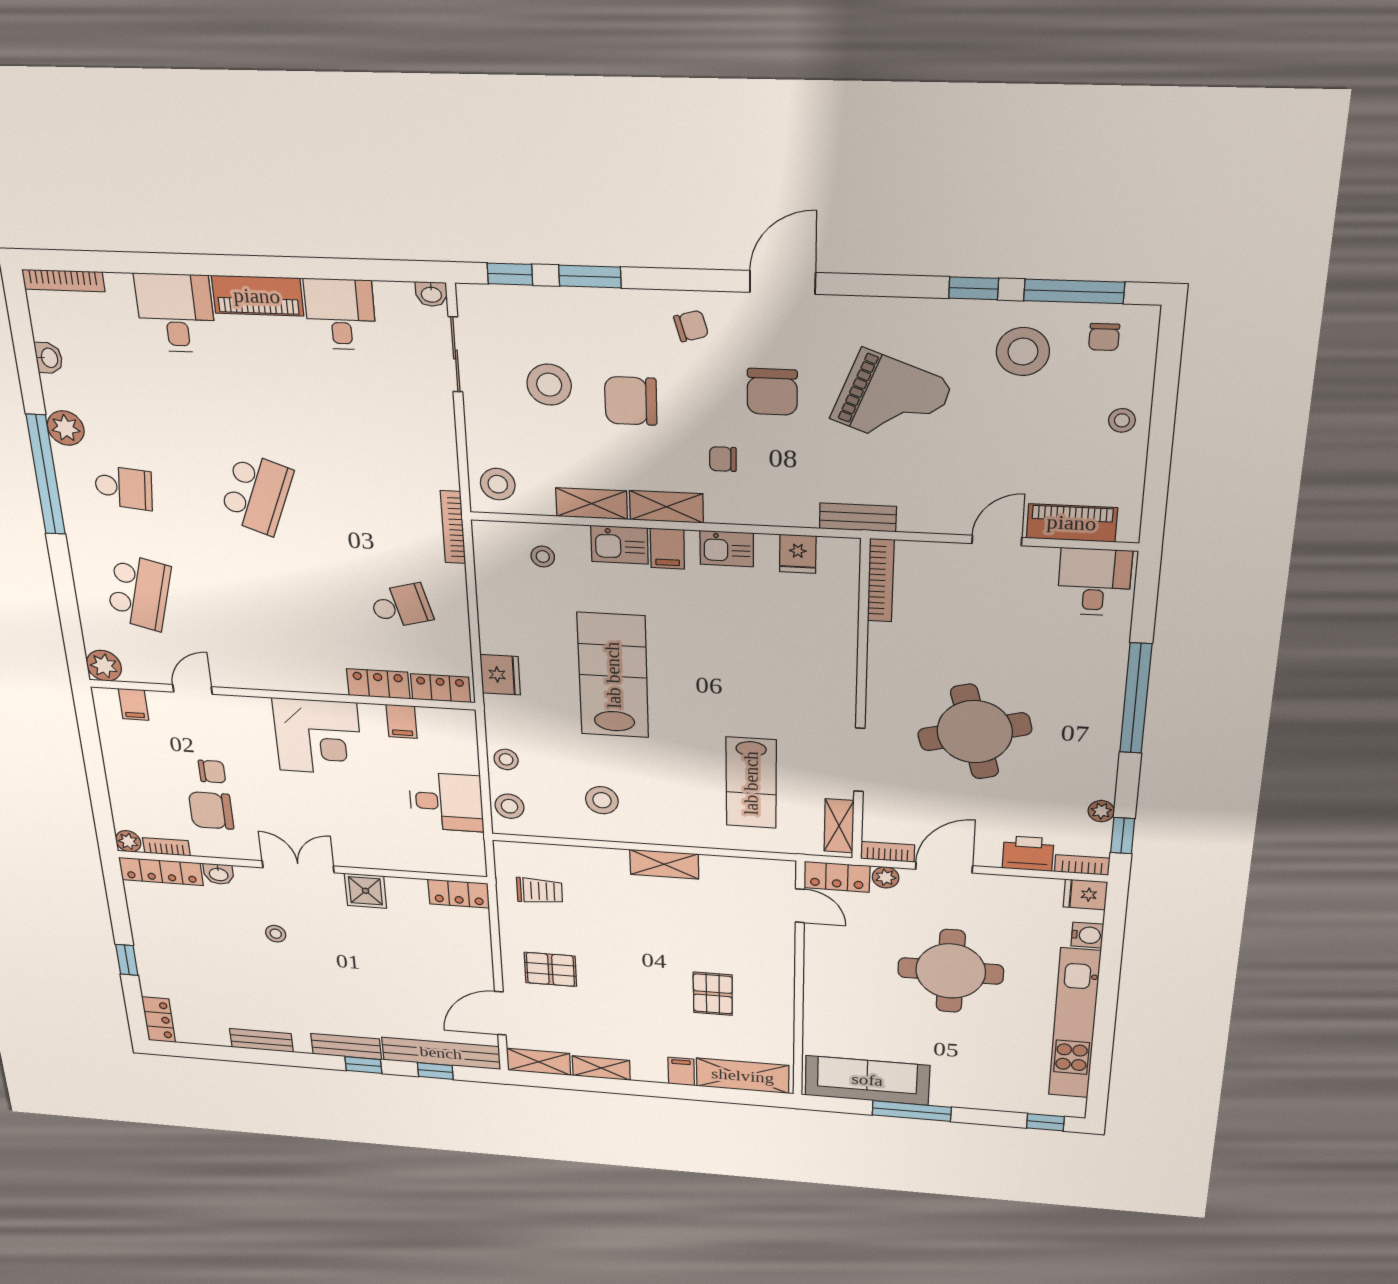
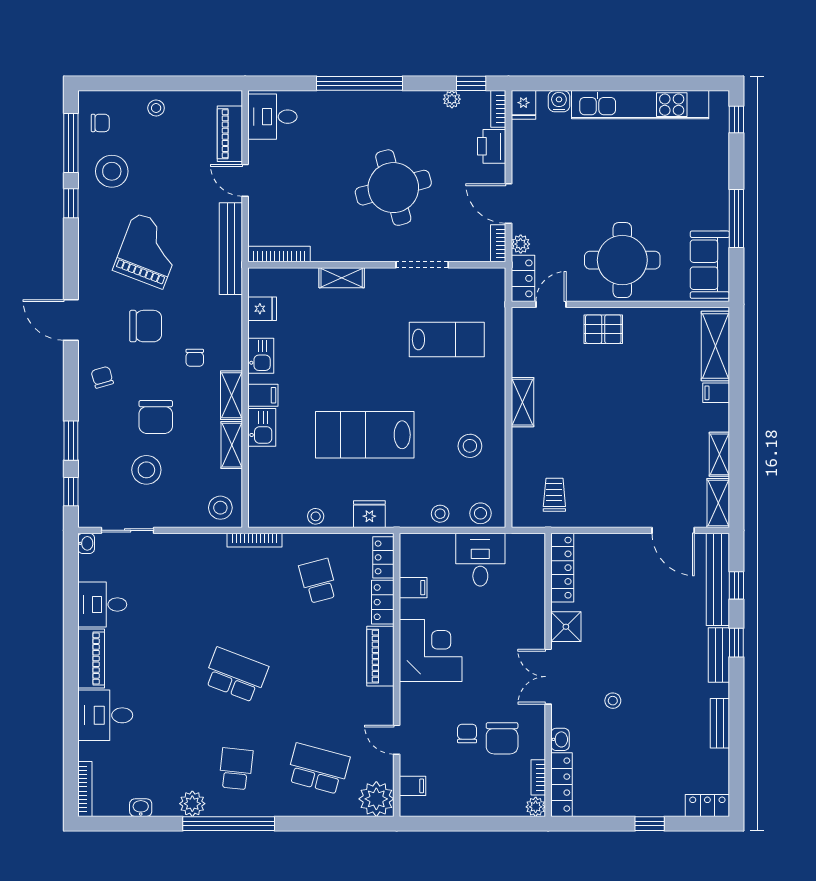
bench: (858, 517) -> (231, 249), width x1.86, depth x1.21
stool: (543, 557) -> (316, 516), moved
plant: (104, 666) -> (376, 799), width x1.36, depth x1.36
piano: (304, 677) -> (380, 656), added
shelving: (839, 826) -> (342, 278), moved
locker: (459, 894) -> (562, 568), width x1.53
pallet: (550, 969) -> (627, 490), removed
round table: (951, 971) -> (622, 260), moved
pallet: (713, 994) -> (603, 329), moved
sofa: (867, 1080) -> (710, 265), width x0.73

